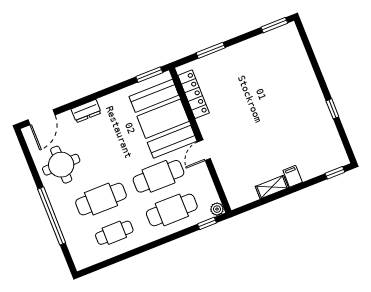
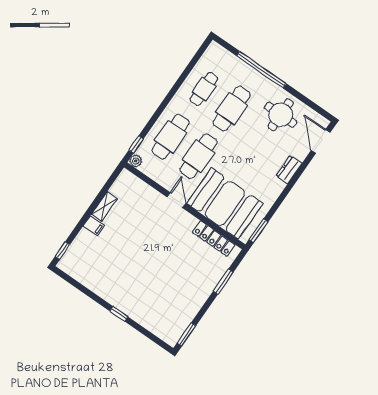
window: (332, 109) -> (119, 314), moved

